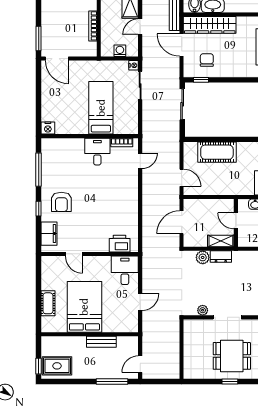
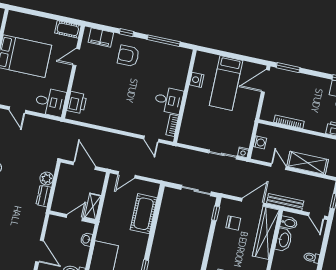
bed: (101, 108) -> (226, 83), moved, turned 90
nightstand: (48, 128) -> (197, 80), moved
shelving: (221, 241) -> (93, 207), moved
cot: (48, 303) -> (68, 29), moved

